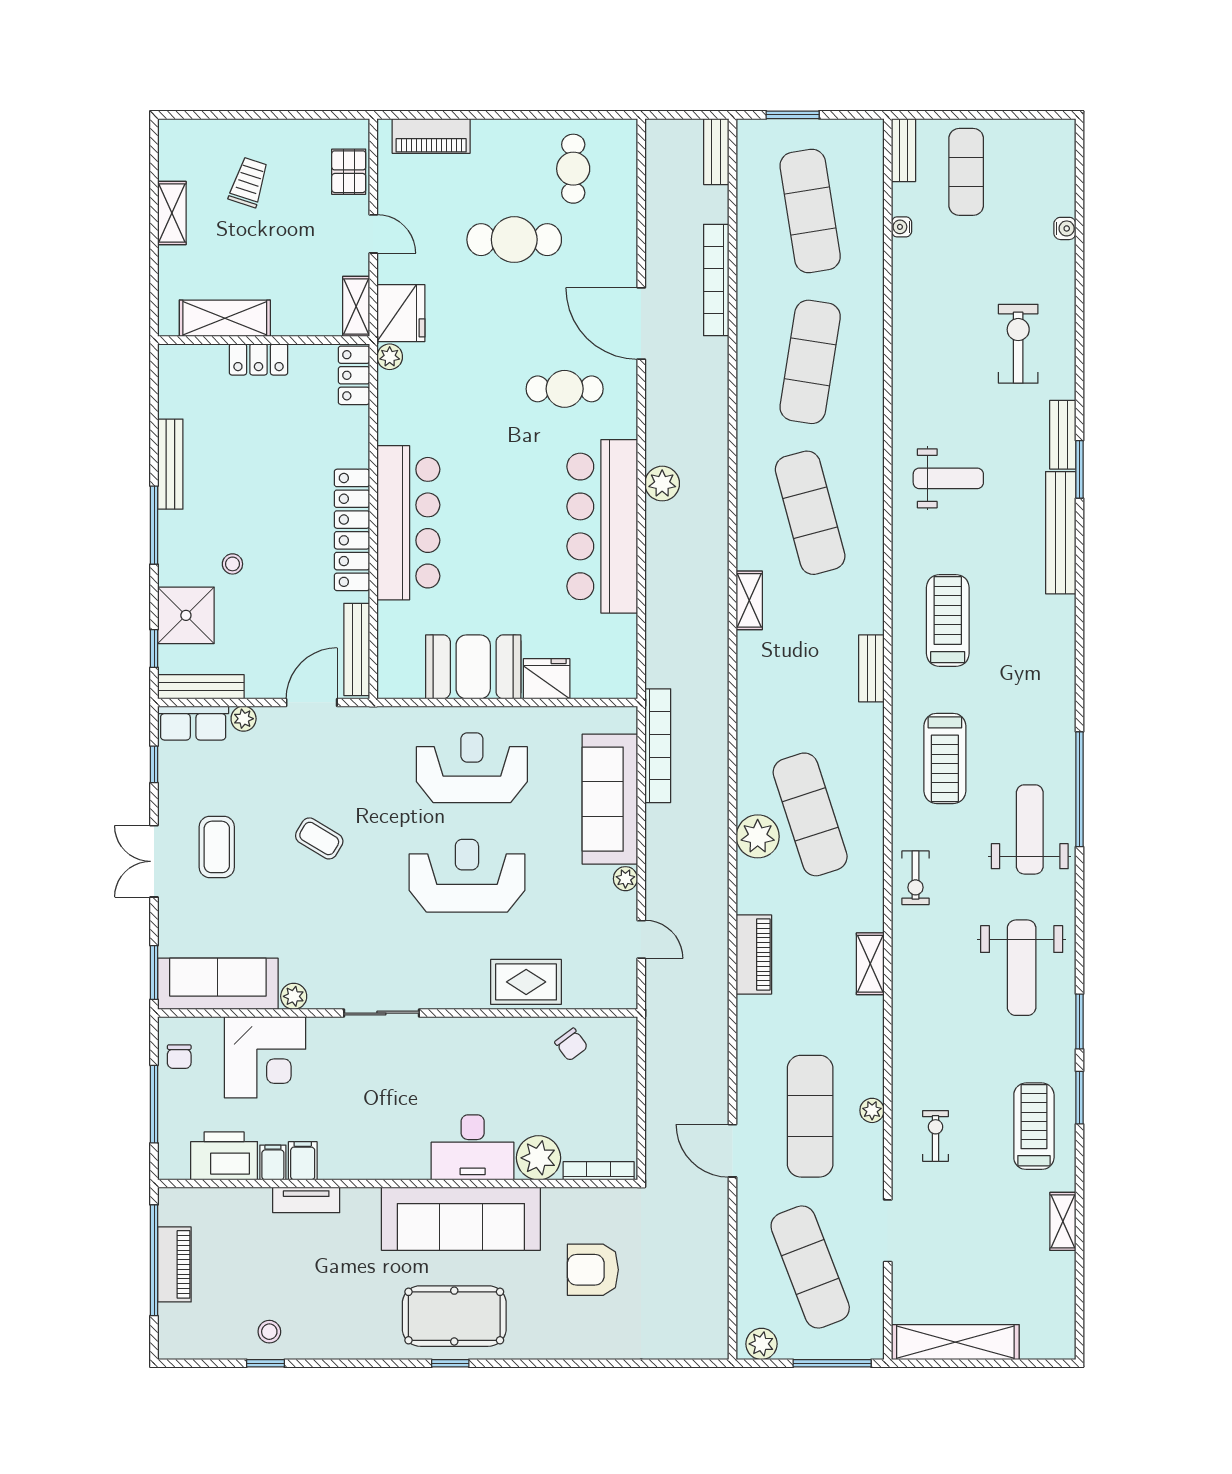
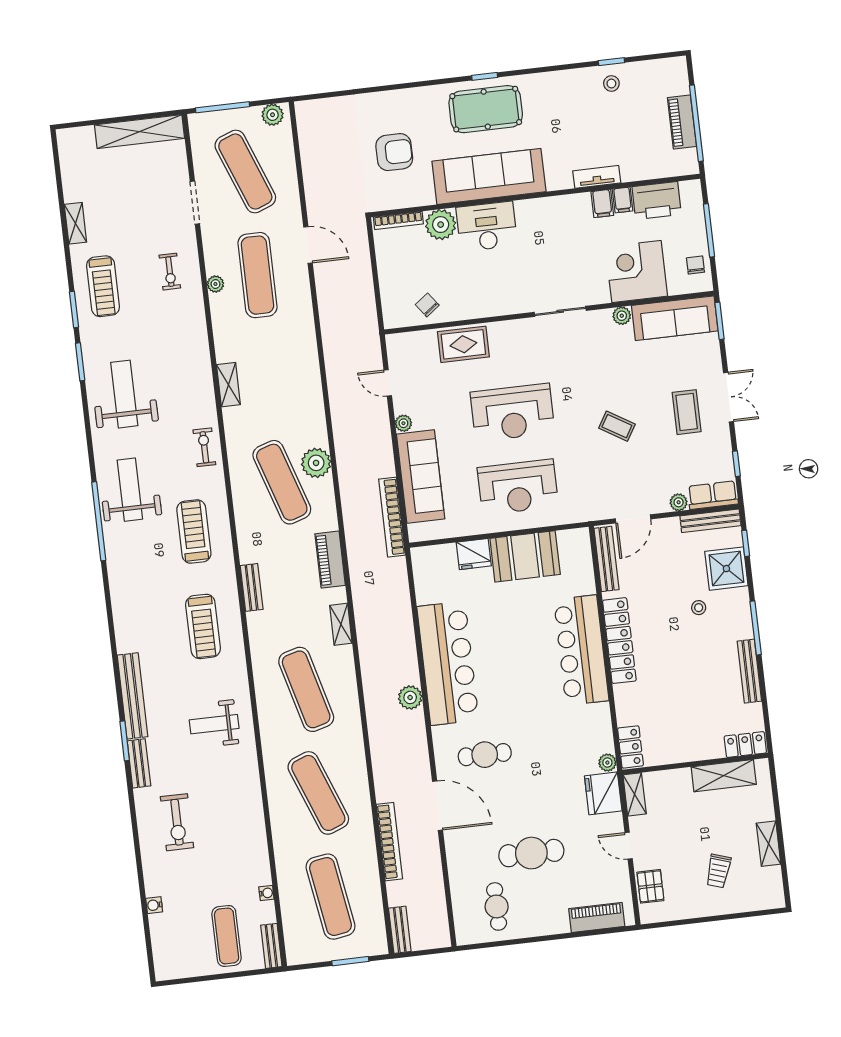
locker: (259, 359) -> (745, 744), moved
exercise mat: (810, 362) -> (318, 793), turned -30
weight bench: (1030, 829) -> (130, 490), turned 180
piano: (754, 954) -> (330, 560), moved

